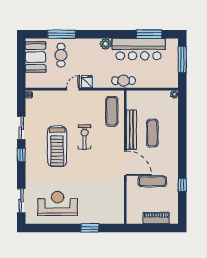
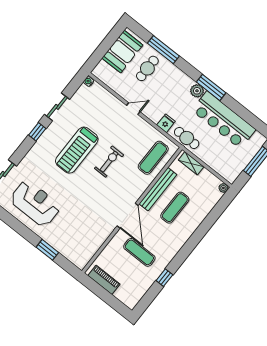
window: (149, 34) -> (211, 87), moved
fridge: (87, 82) -> (166, 123), moved
shelving: (140, 95) -> (191, 163), added
piano: (156, 218) -> (104, 280), moved

